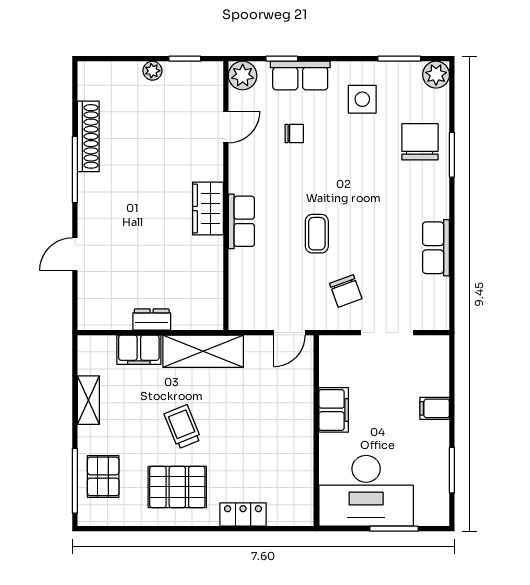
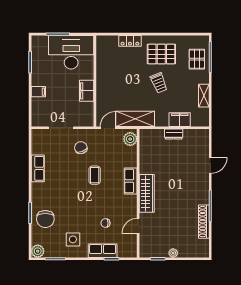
plant: (243, 76) -> (130, 139), moved
wardrobe: (208, 209) -> (147, 193), width x1.50
shelving: (203, 351) -> (135, 119), moved

